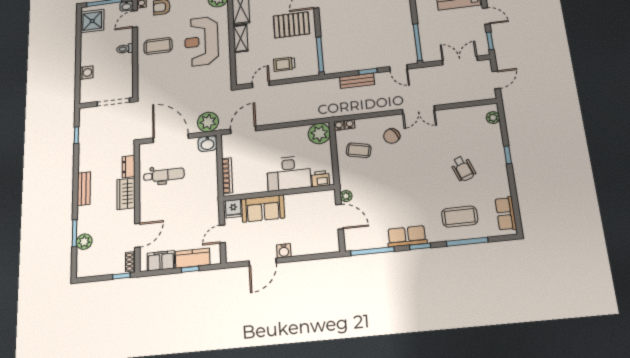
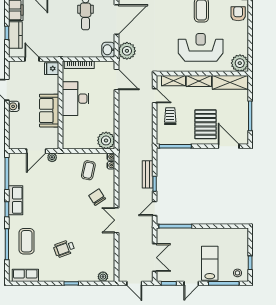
shelving: (241, 66) -> (174, 81), added
desk: (289, 173) -> (76, 99), moved
printer: (320, 179) -> (68, 139), removed
sofa: (263, 208) -> (49, 111), moved

